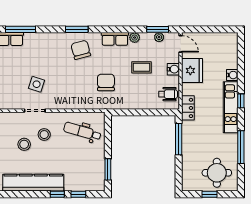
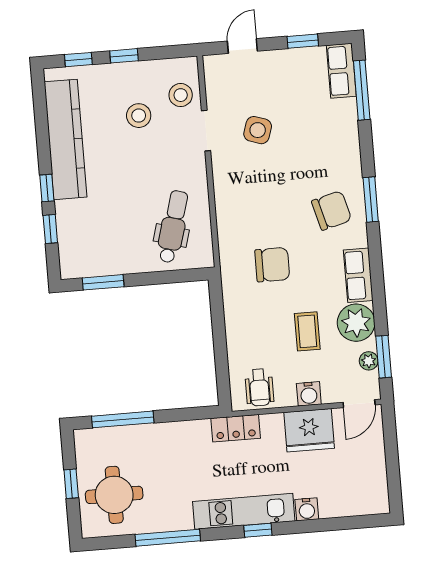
plant: (135, 38) -> (356, 323), width x1.87, depth x1.87
stool: (44, 135) -> (181, 95), moved
window: (179, 139) -> (123, 419), moved

